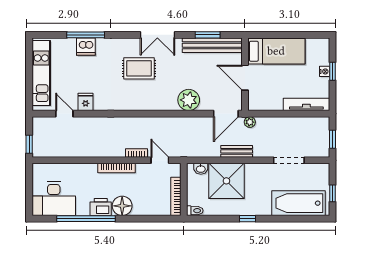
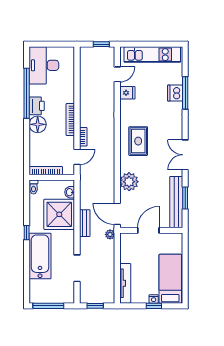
bed: (276, 51) -> (170, 279), moved, turned 180
rug: (139, 68) -> (138, 141), moved
window: (29, 144) -> (101, 44), moved
window: (332, 193) -> (48, 306), width x2.17
bathtub: (299, 203) -> (40, 256), moved

